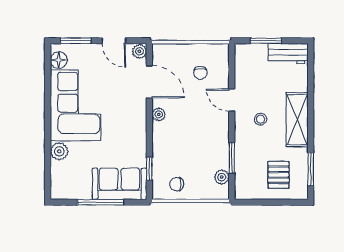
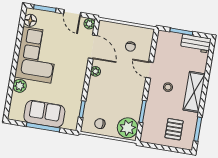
plant: (222, 177) -> (128, 128), width x1.88, depth x1.88
sofa: (119, 184) -> (44, 114), moved

